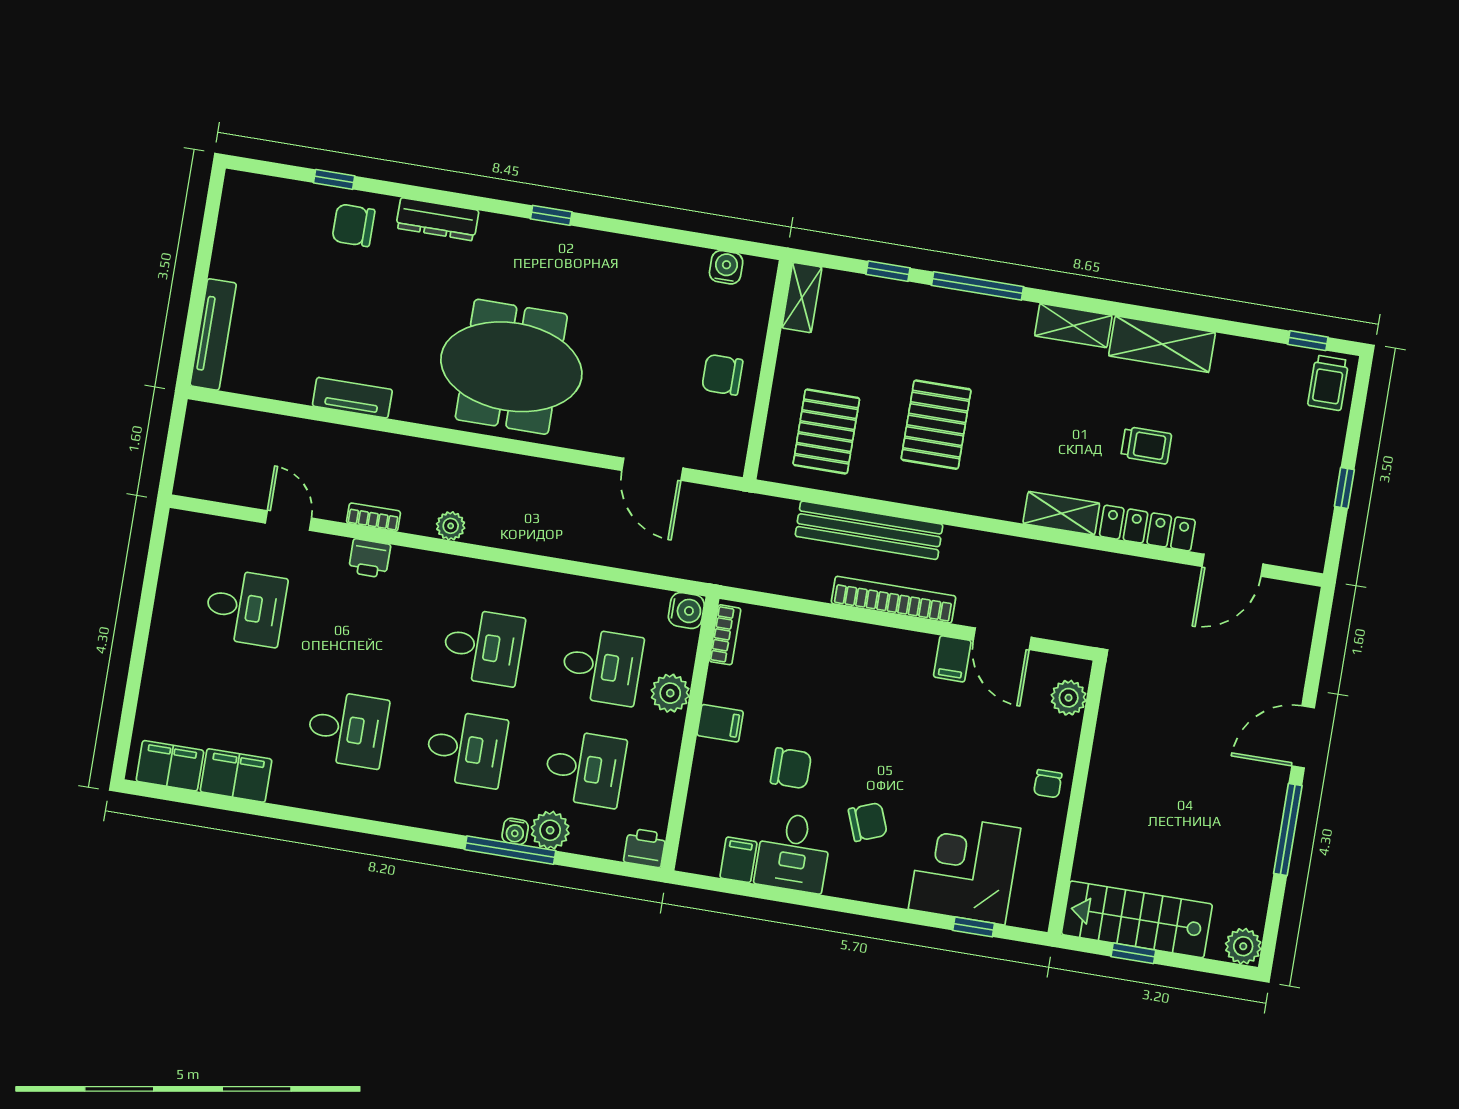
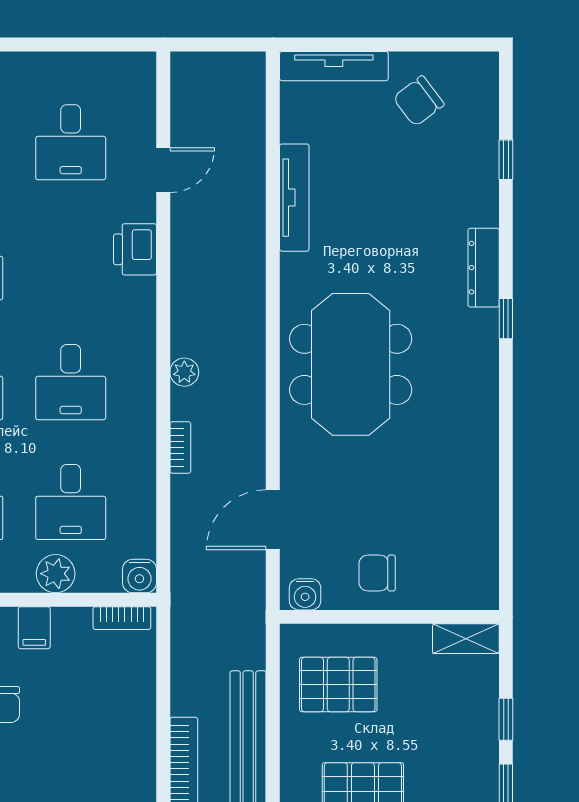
window: (551, 215) -> (506, 319), moved
chair: (353, 225) -> (419, 101), moved, turned -127
water cooler: (726, 267) -> (305, 594), moved, turned 90
chair: (722, 375) -> (377, 573), turned -90
tv unit: (352, 398) -> (294, 198), width x1.41
bookcase: (373, 517) -> (180, 447), moved
plant: (451, 526) -> (184, 372), moved
printer: (370, 558) -> (135, 249), width x1.36, depth x1.24

